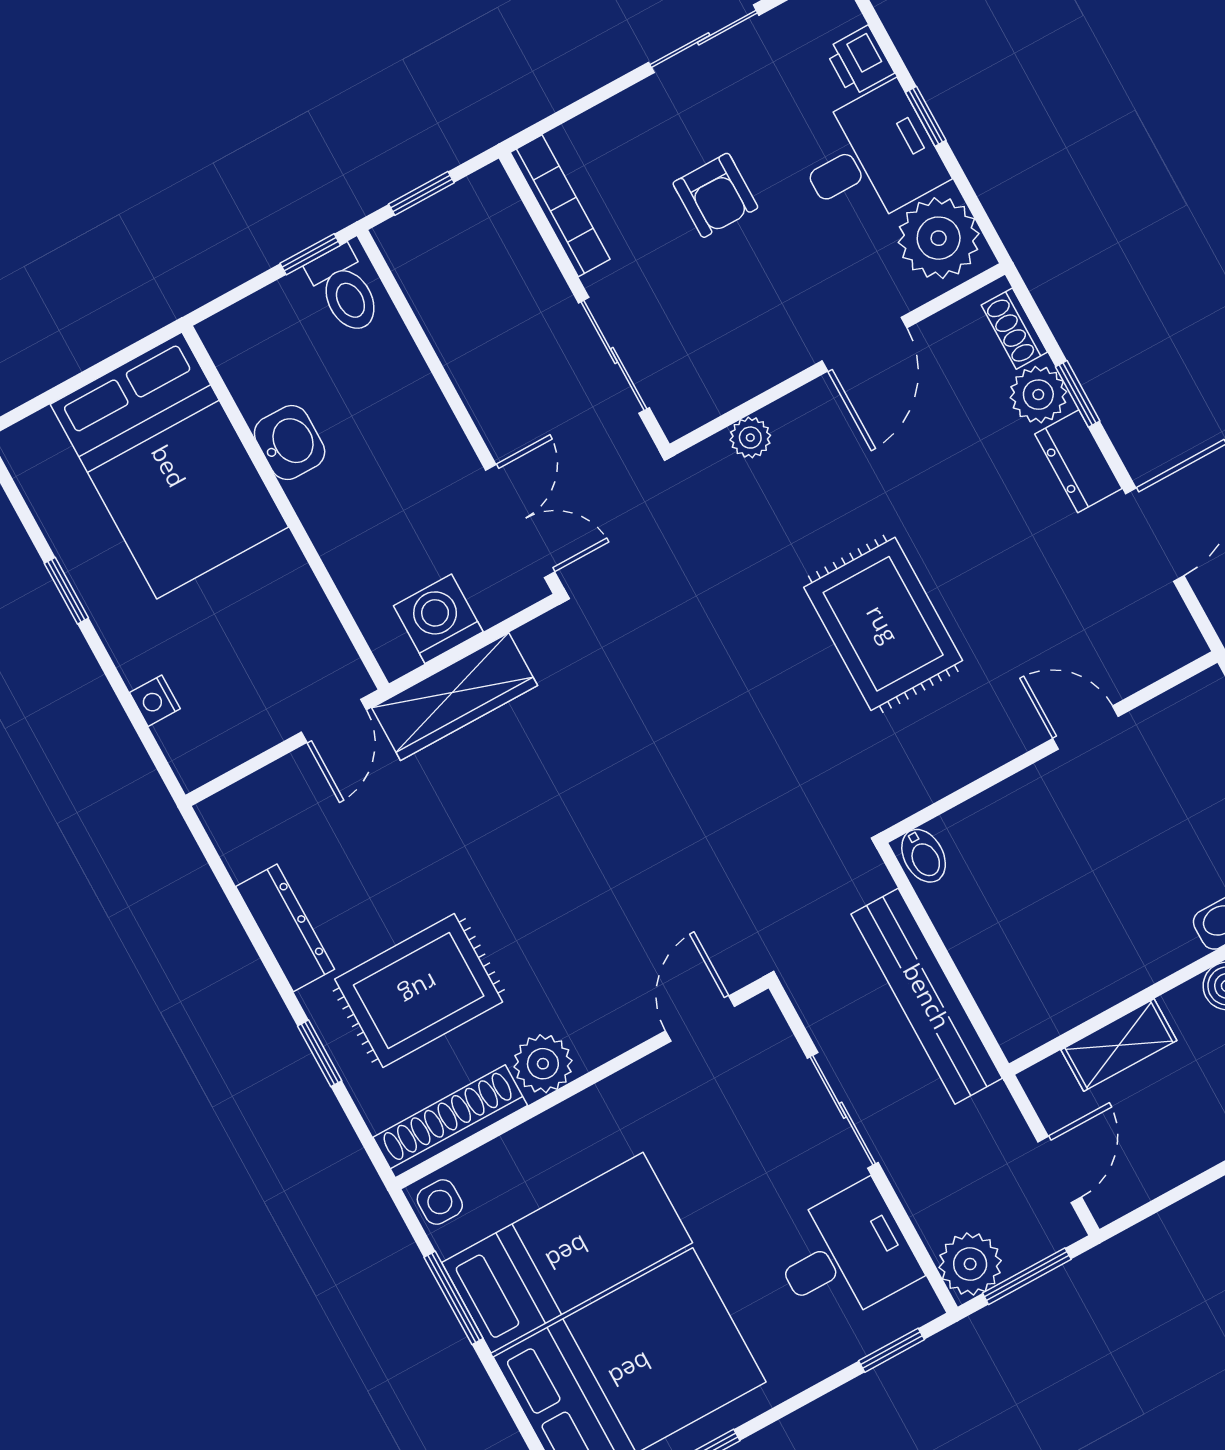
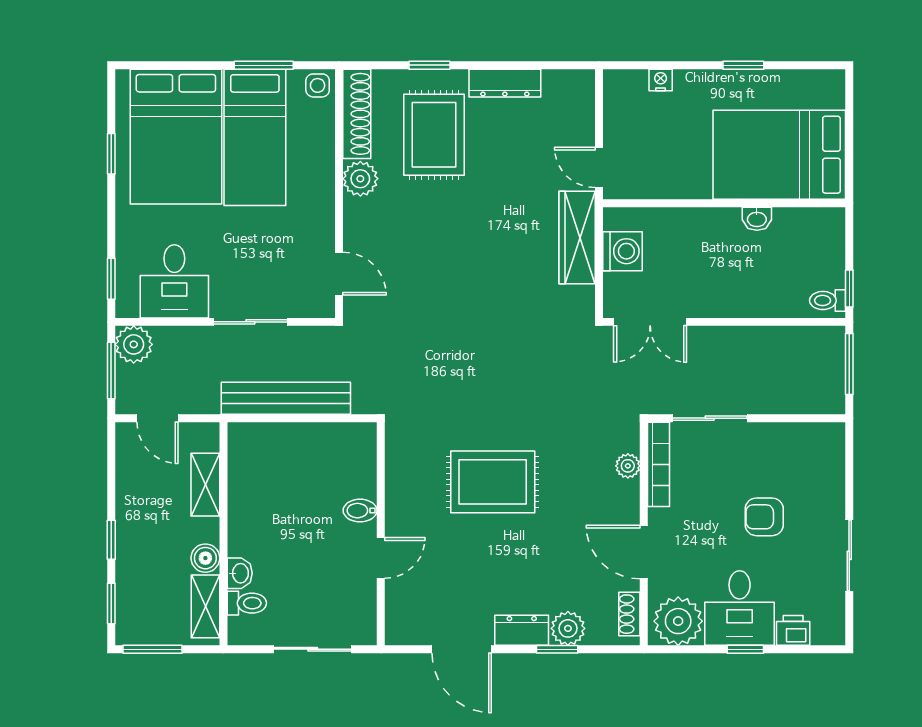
window: (421, 193) -> (849, 364), width x1.50
bookcase: (560, 206) -> (659, 464), moved, turned -90
toilet: (345, 290) -> (828, 300), width x0.73, depth x0.72
shoe rack: (1014, 329) -> (629, 614), moved, turned -90
washbasin: (290, 443) -> (757, 219), width x0.72, depth x0.69
bidet: (924, 856) -> (360, 511), moved

